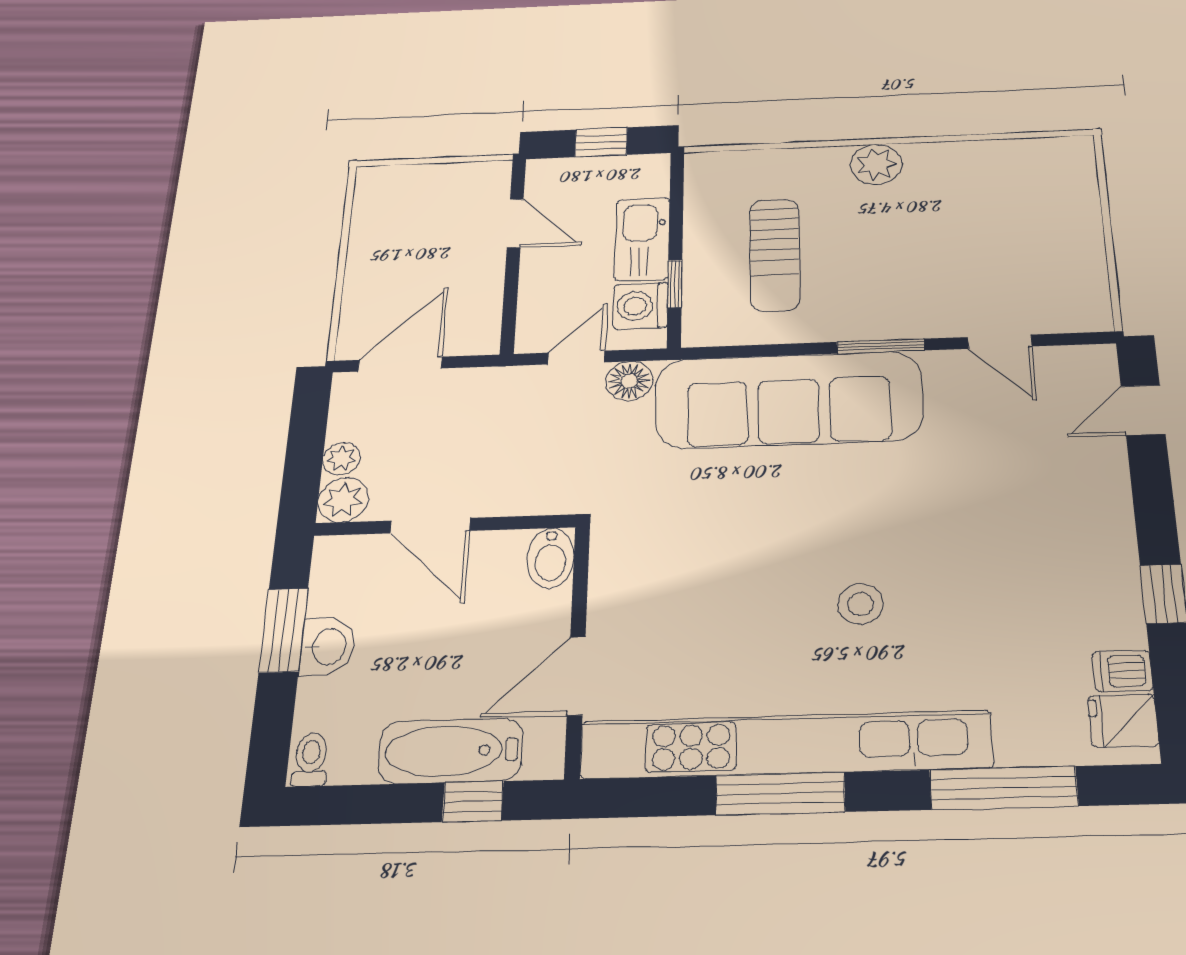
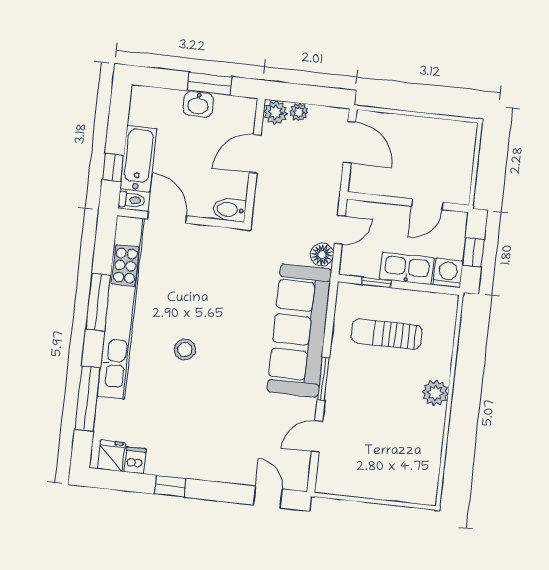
washing machine: (640, 306) -> (448, 273), moved
door: (576, 358) -> (340, 230), hinge flipped
toilet: (311, 759) -> (132, 200), moved

